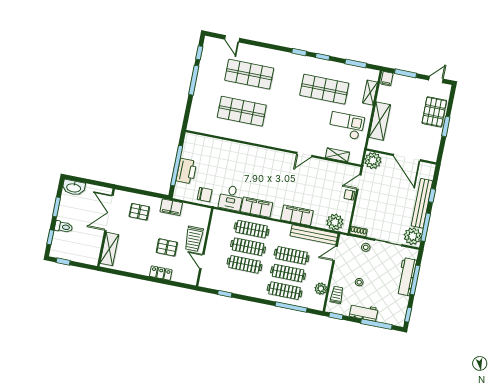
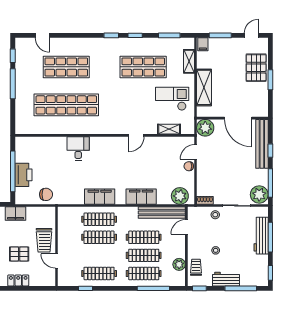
shop shelf: (242, 111) -> (66, 105), width x1.40
desk: (231, 198) -> (78, 148), moved, turned 180
bench: (422, 203) -> (262, 144), moved
clothes rail: (245, 264) -> (99, 273), moved

